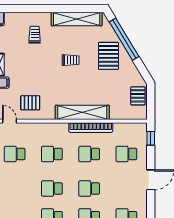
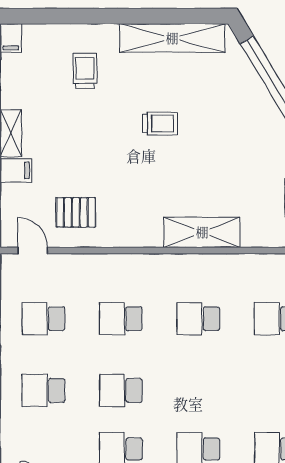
pallet: (108, 56) -> (239, 115), removed
shelving: (82, 112) -> (202, 232), width x0.68
bookcase: (91, 128) -> (202, 264), removed
school desk: (89, 188) -> (43, 390), moved

